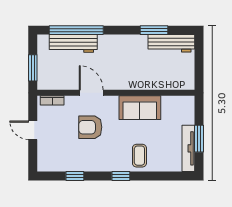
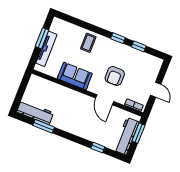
window: (76, 30) -> (98, 148), width x0.32
workbench: (73, 43) -> (127, 136), moved, turned -90
armchair: (90, 127) -> (115, 76), turned 90
tv unit: (188, 148) -> (46, 49), moved
window: (121, 176) -> (118, 38), moved

